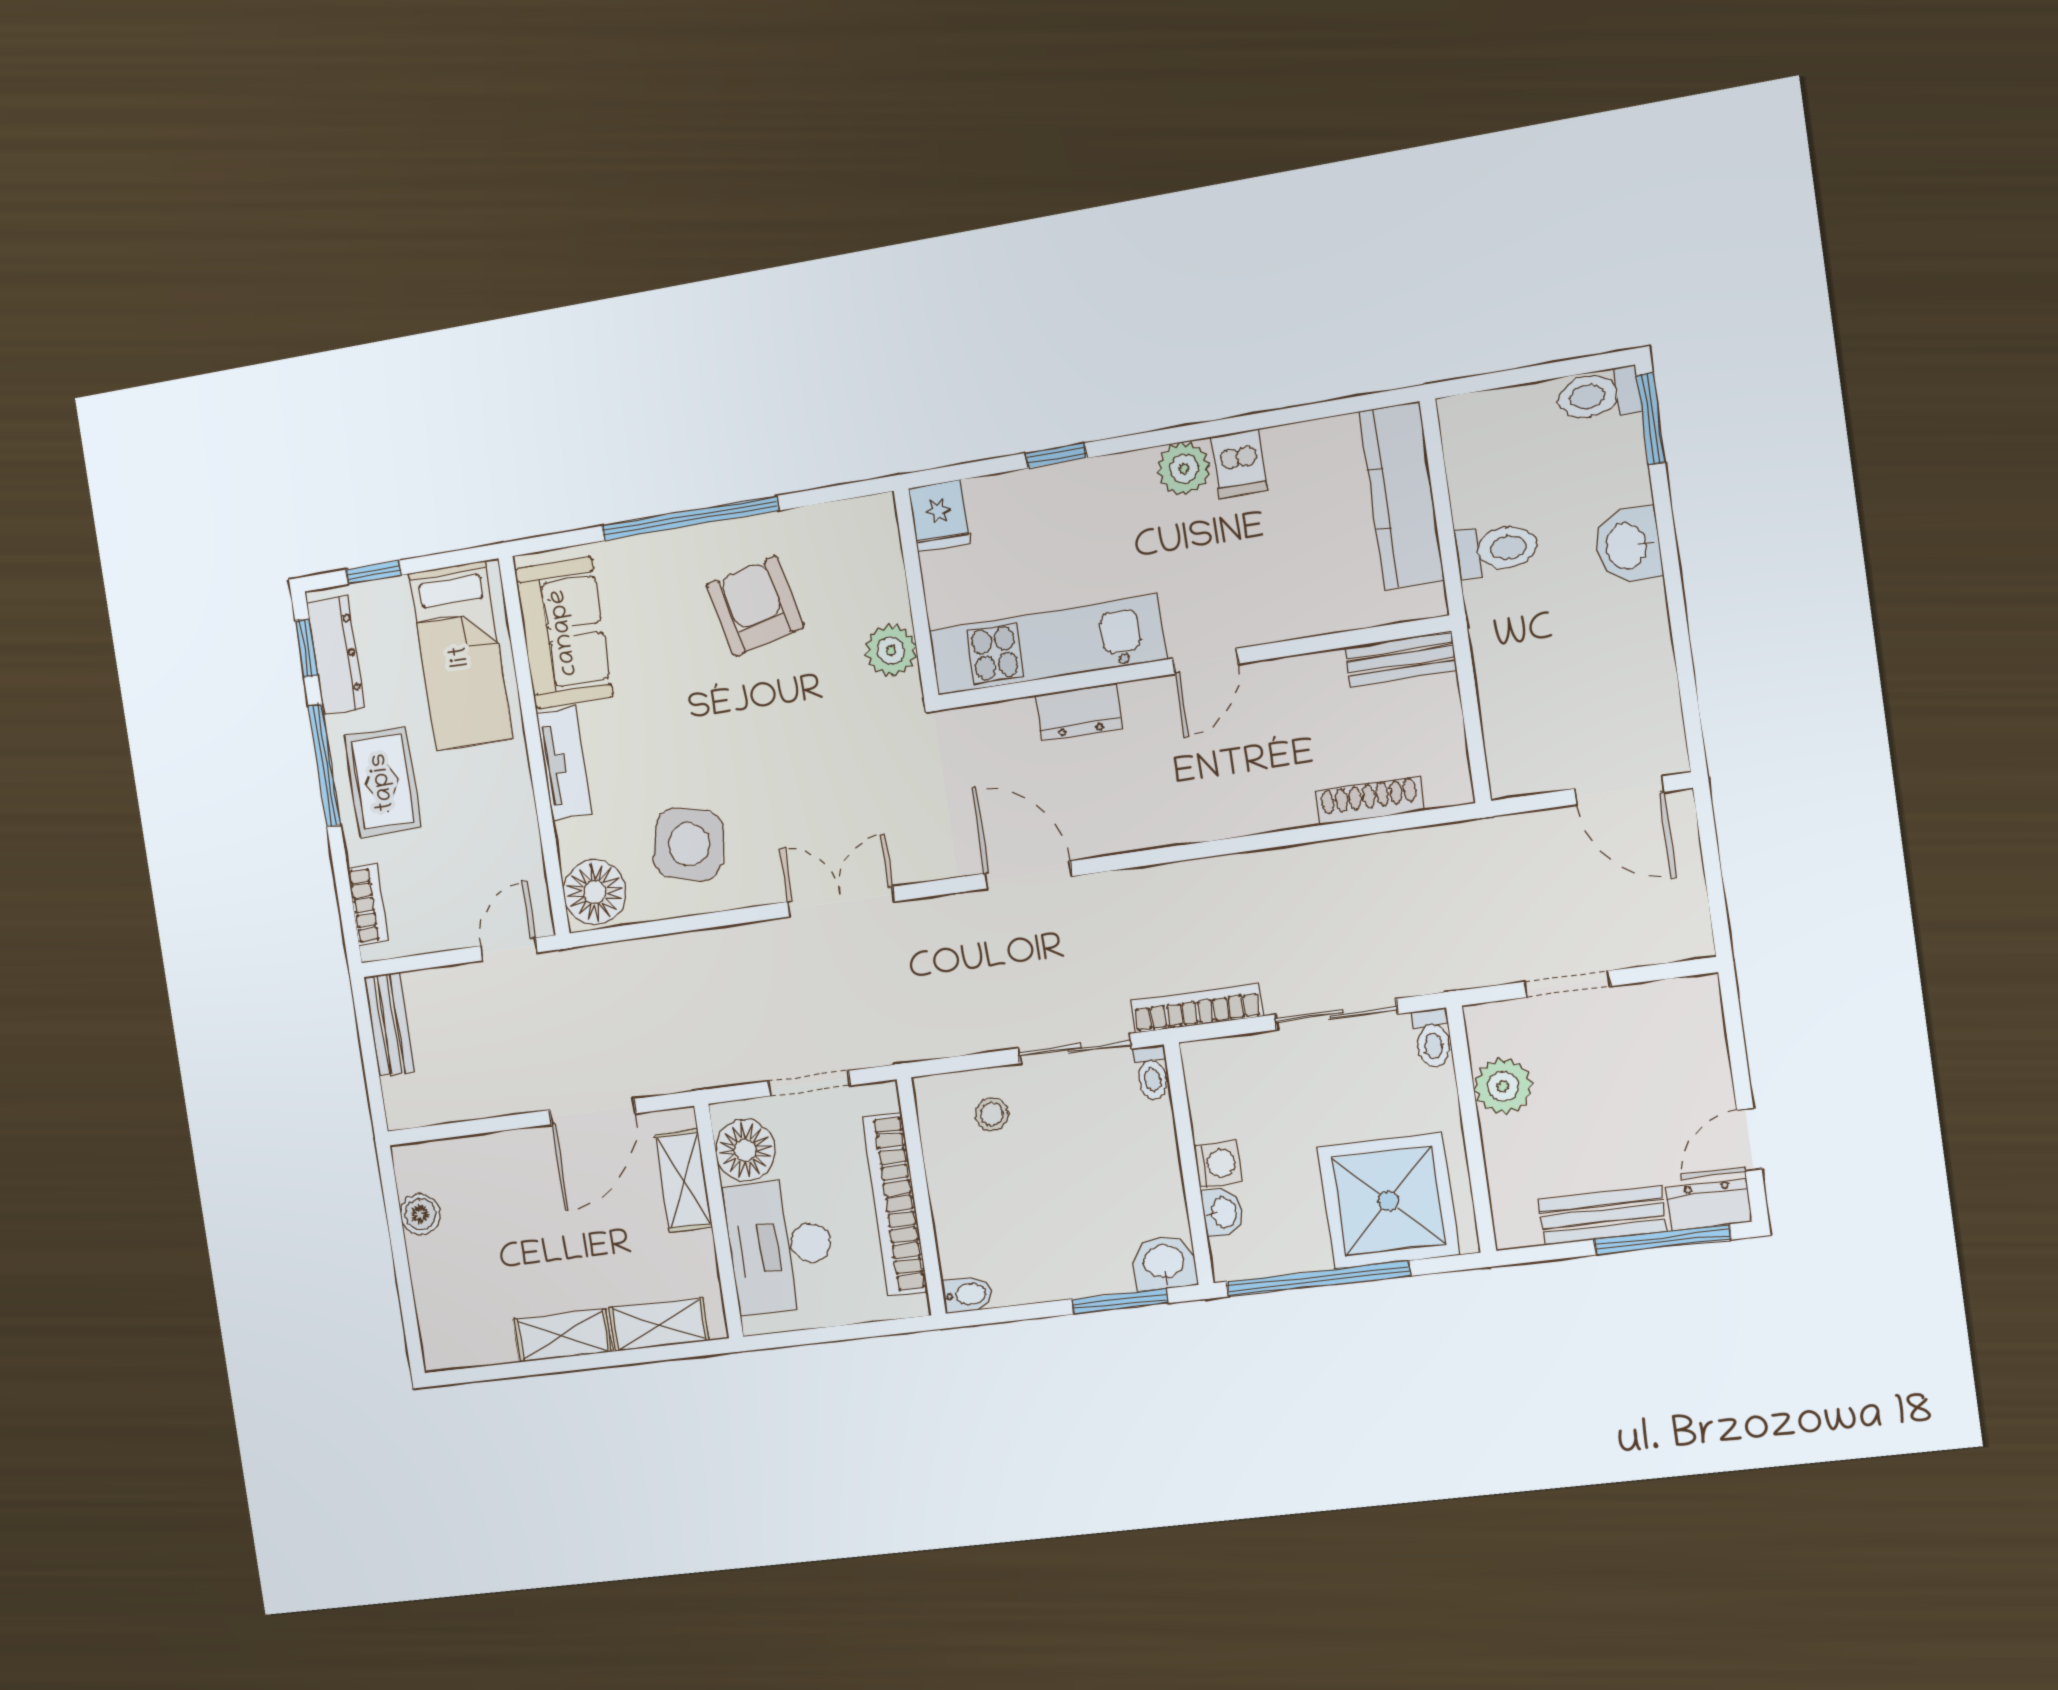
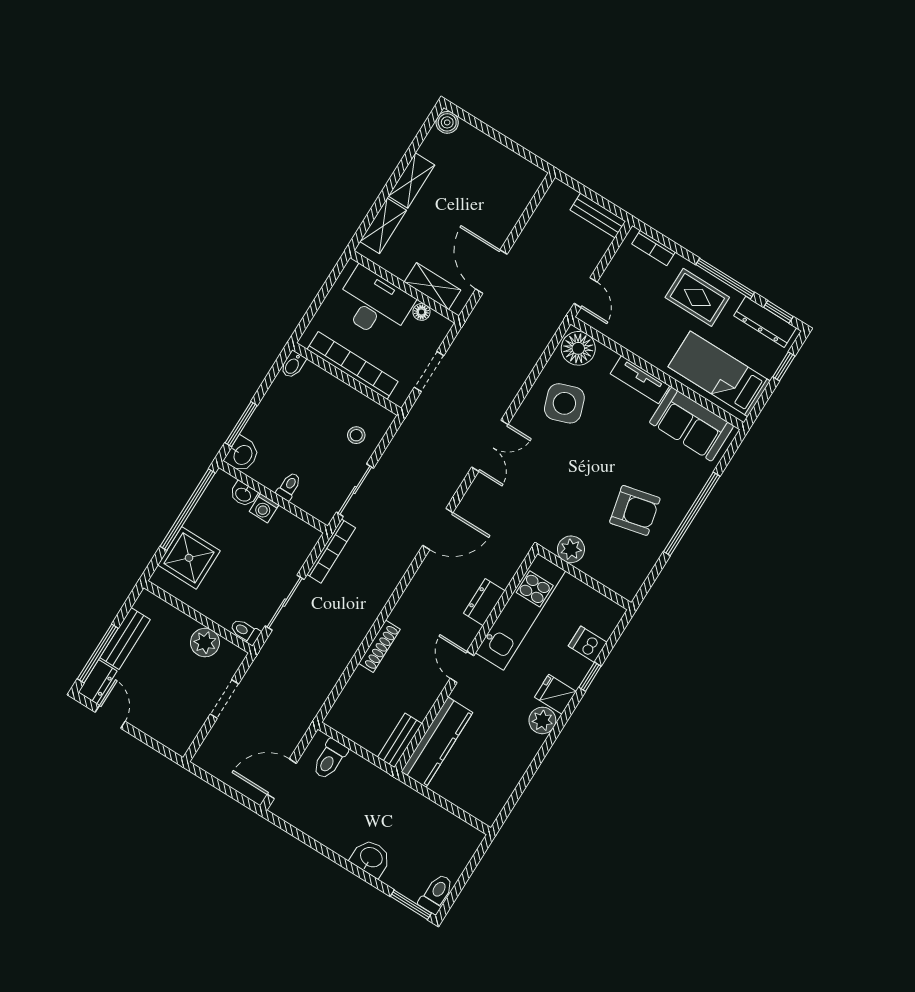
dishwasher: (1239, 464) -> (588, 644), moved
kitchen counter: (1402, 496) -> (437, 742), moved, turned 90
fridge: (939, 516) -> (555, 694), moved
toilet: (1497, 549) -> (330, 759), moved
shoe rack: (1369, 801) -> (379, 646), moved
side table: (689, 844) -> (564, 403), turned -34
toilet: (1152, 1073) -> (289, 486), moved, turned 90
floor lamp: (745, 1150) -> (421, 312), width x0.53, depth x0.53
shower: (1388, 1201) -> (189, 558), width x0.73, depth x0.73
boiler: (420, 1214) -> (447, 122), moved

